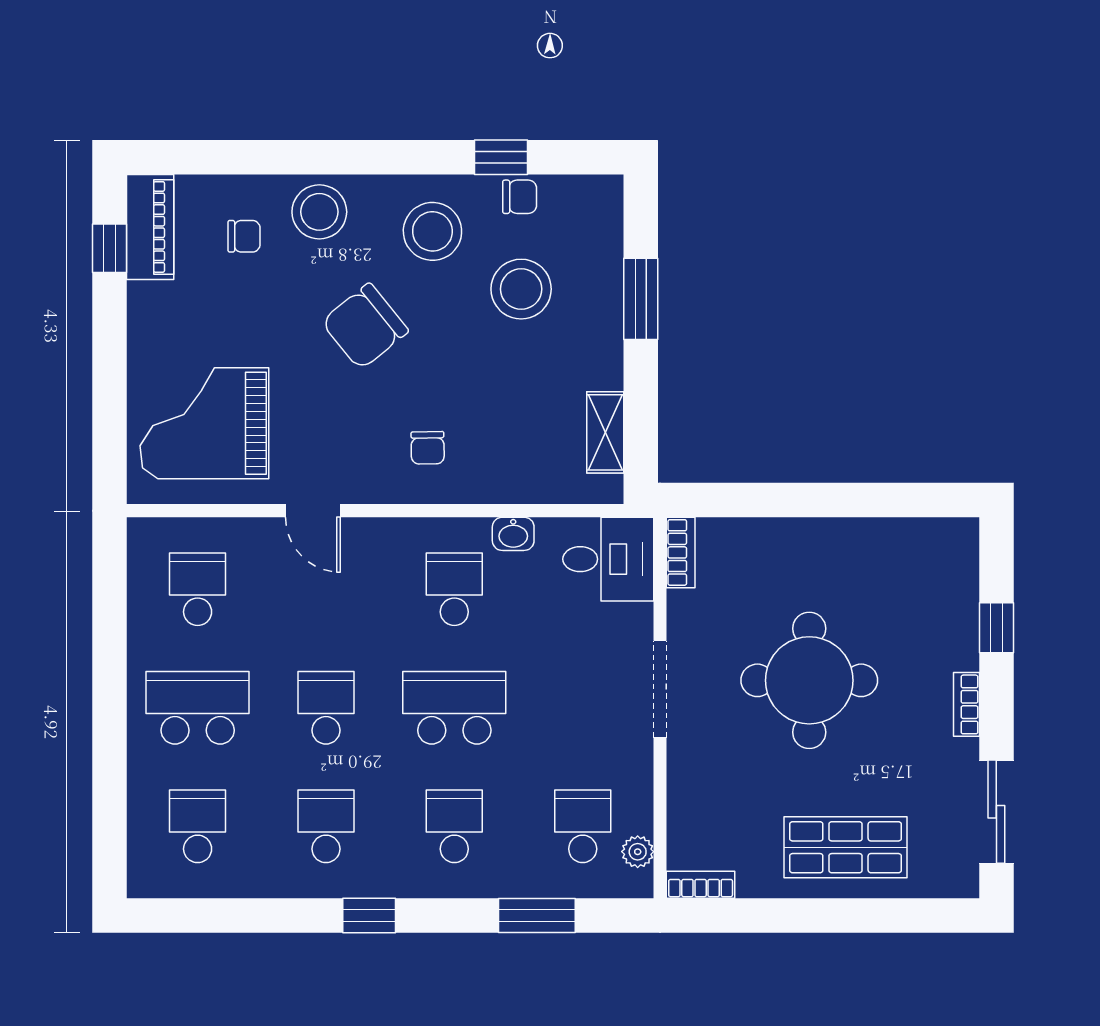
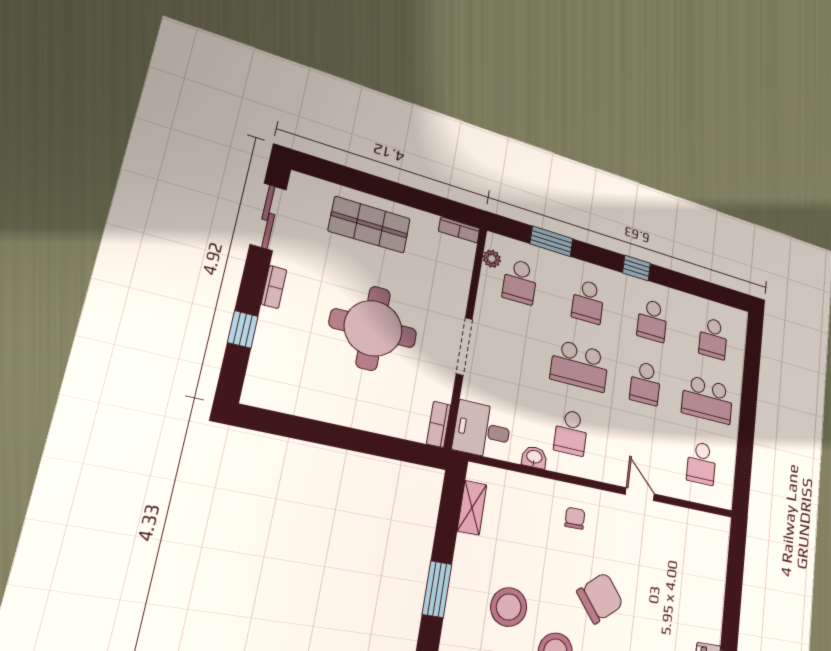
grand piano: (204, 423) -> (689, 555), removed

